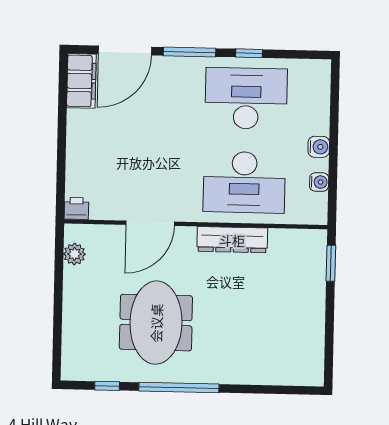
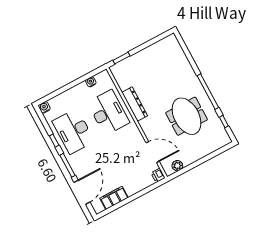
door: (125, 50) -> (82, 192), hinge flipped
filing cabinet: (81, 81) -> (114, 198), moved
water cooler: (319, 147) -> (44, 107), moved
door: (150, 223) -> (153, 152), moved
meeting table: (156, 323) -> (187, 116), turned 90

